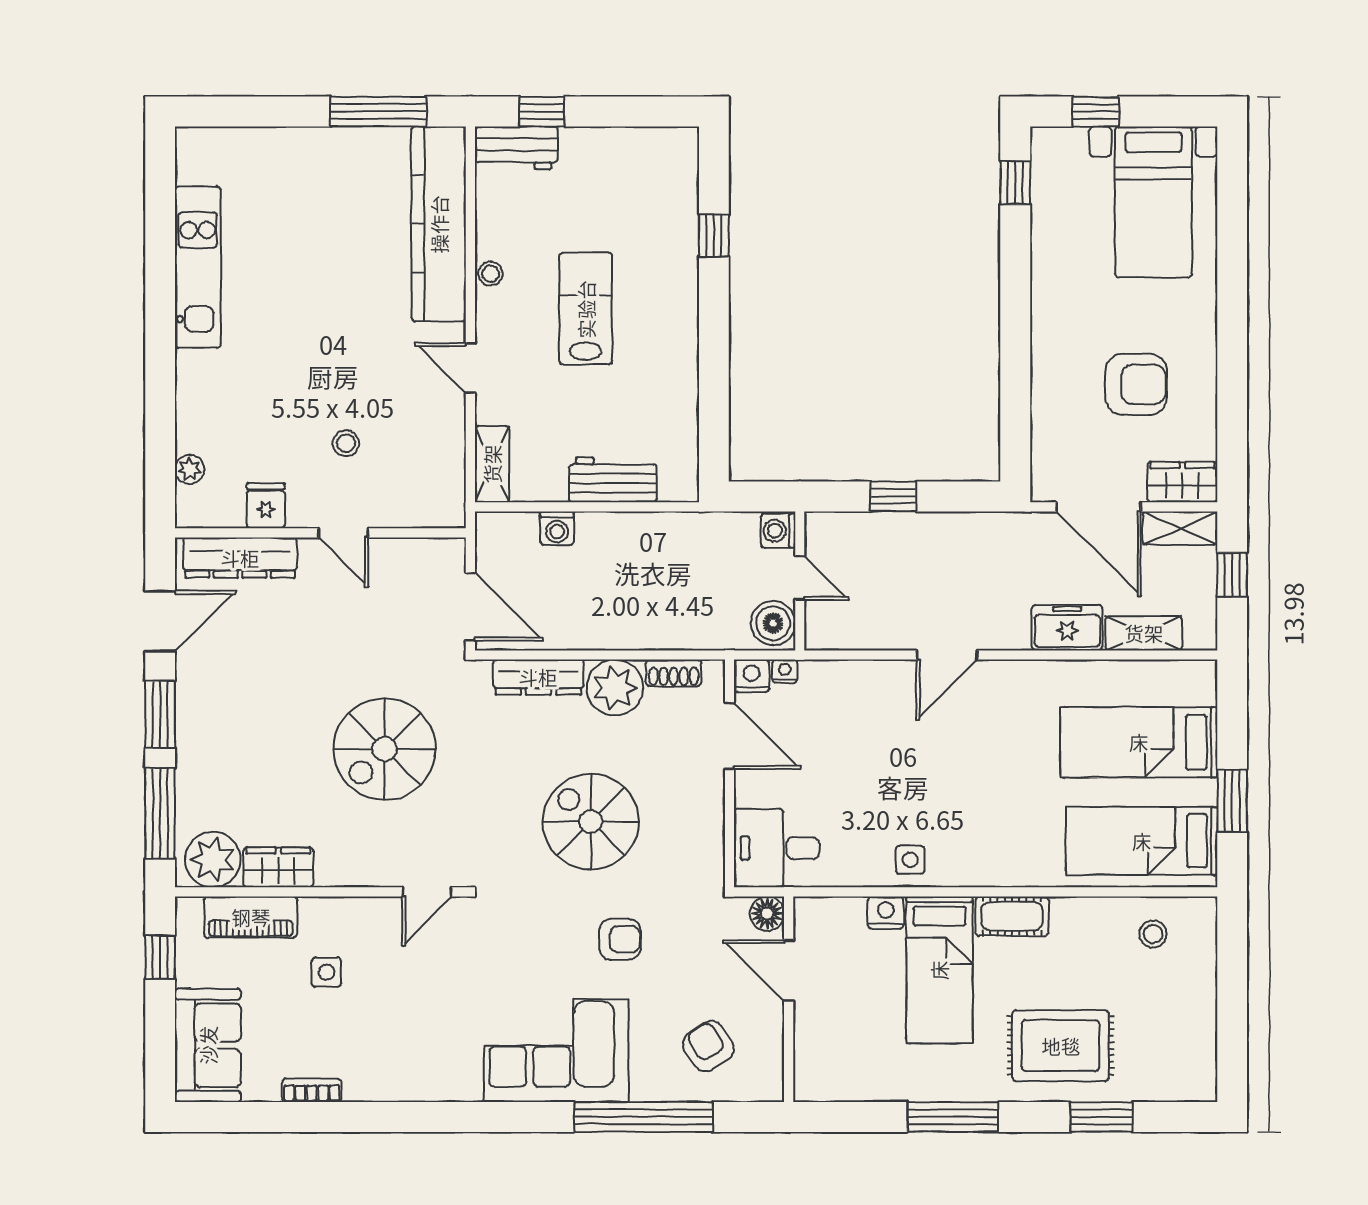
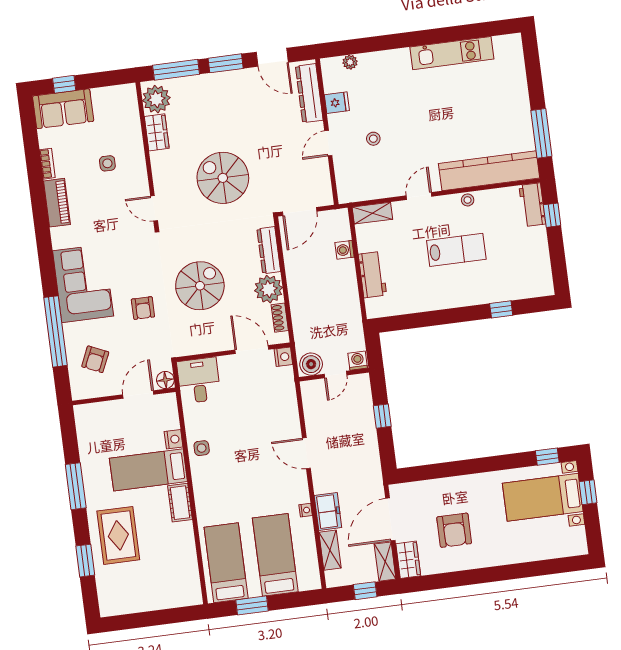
bed with nightstands: (1153, 202) -> (543, 497), moved
nightstand: (785, 671) -> (306, 510), moved
door: (729, 736) -> (252, 350), swing flipped
piano: (251, 917) -> (57, 203), moved, turned 180
stool: (1153, 934) -> (180, 574), removed
window: (160, 957) -> (64, 84), moved
armchair: (708, 1046) -> (95, 359), turned 146

